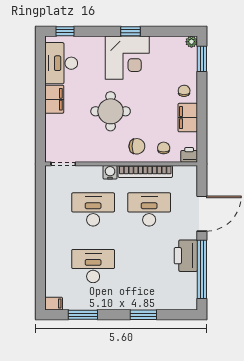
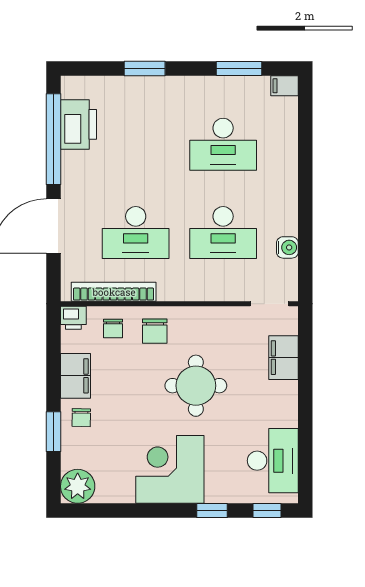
window: (130, 31) -> (212, 510), moved
plant: (191, 42) -> (78, 486), width x1.88, depth x1.88
window: (202, 59) -> (53, 432), moved
filing cabinet: (54, 99) -> (284, 358), moved
chair: (137, 146) -> (155, 331), turned -90
water cooler: (110, 172) -> (287, 247), moved, turned -90
bookcase: (145, 172) -> (114, 292), moved
printer: (186, 256) -> (78, 124), moved

